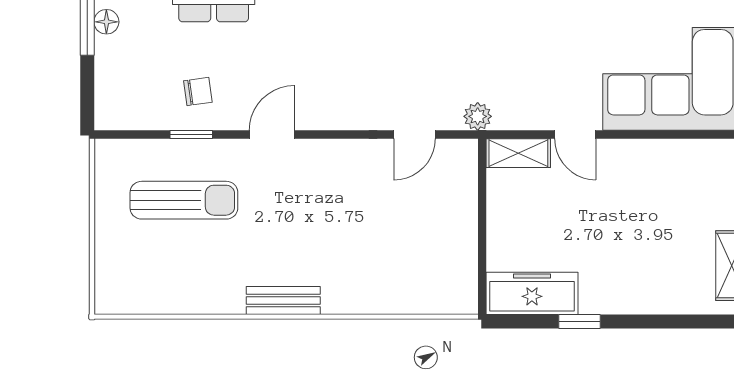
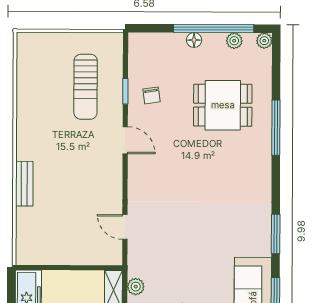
plant: (478, 116) -> (136, 287), moved
bench: (283, 301) -> (24, 184), moved

